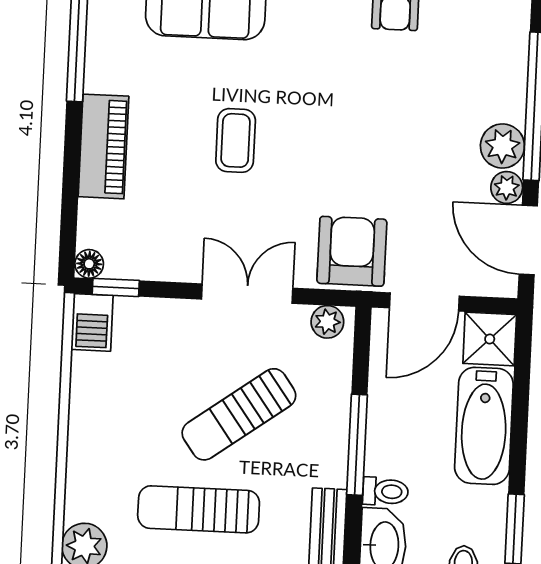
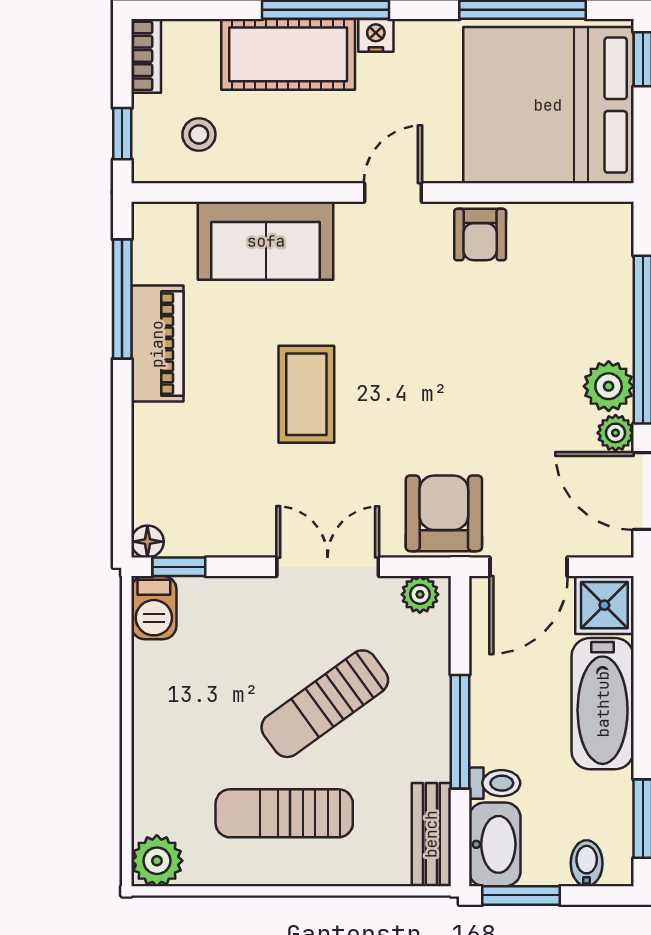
coffee table: (236, 140) -> (306, 394), width x1.36, depth x1.30
piano: (103, 146) -> (157, 344), moved

